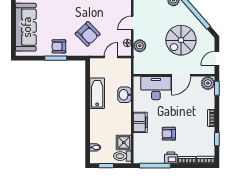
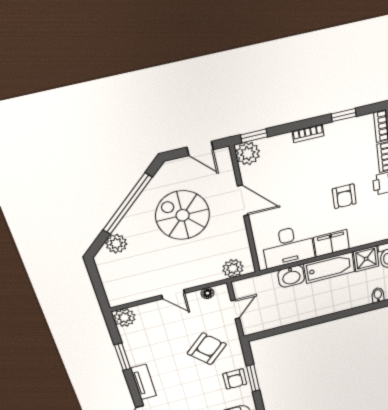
spiral stairs: (181, 40) -> (183, 215), turned 180
plant: (140, 46) -> (233, 268), moved
door: (111, 57) -> (235, 309), swing flipped
desk: (156, 88) -> (288, 247), moved, turned -90
bathtub: (97, 93) -> (329, 268), moved, turned 180

